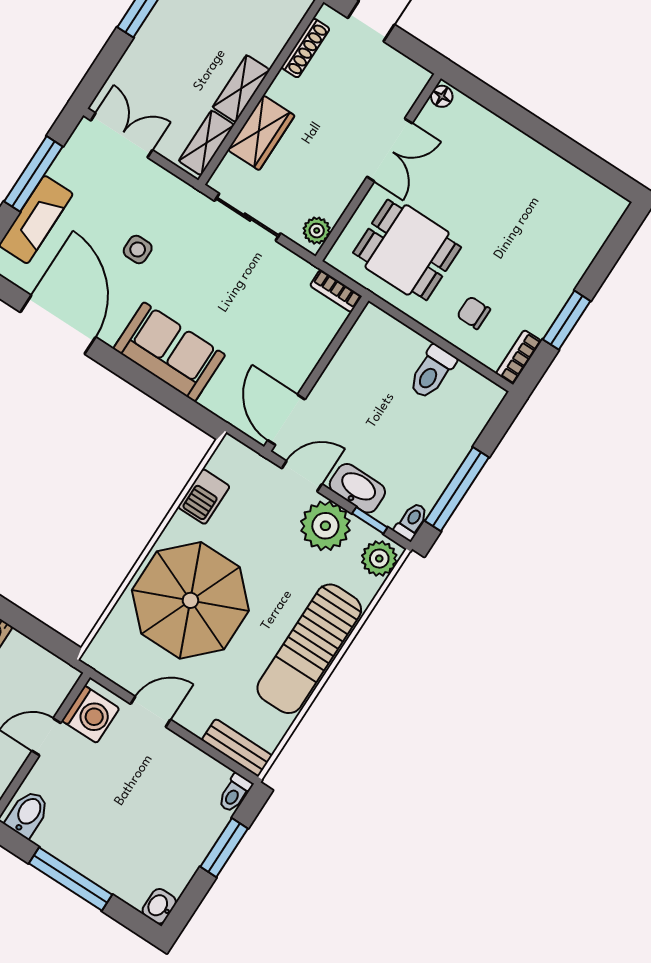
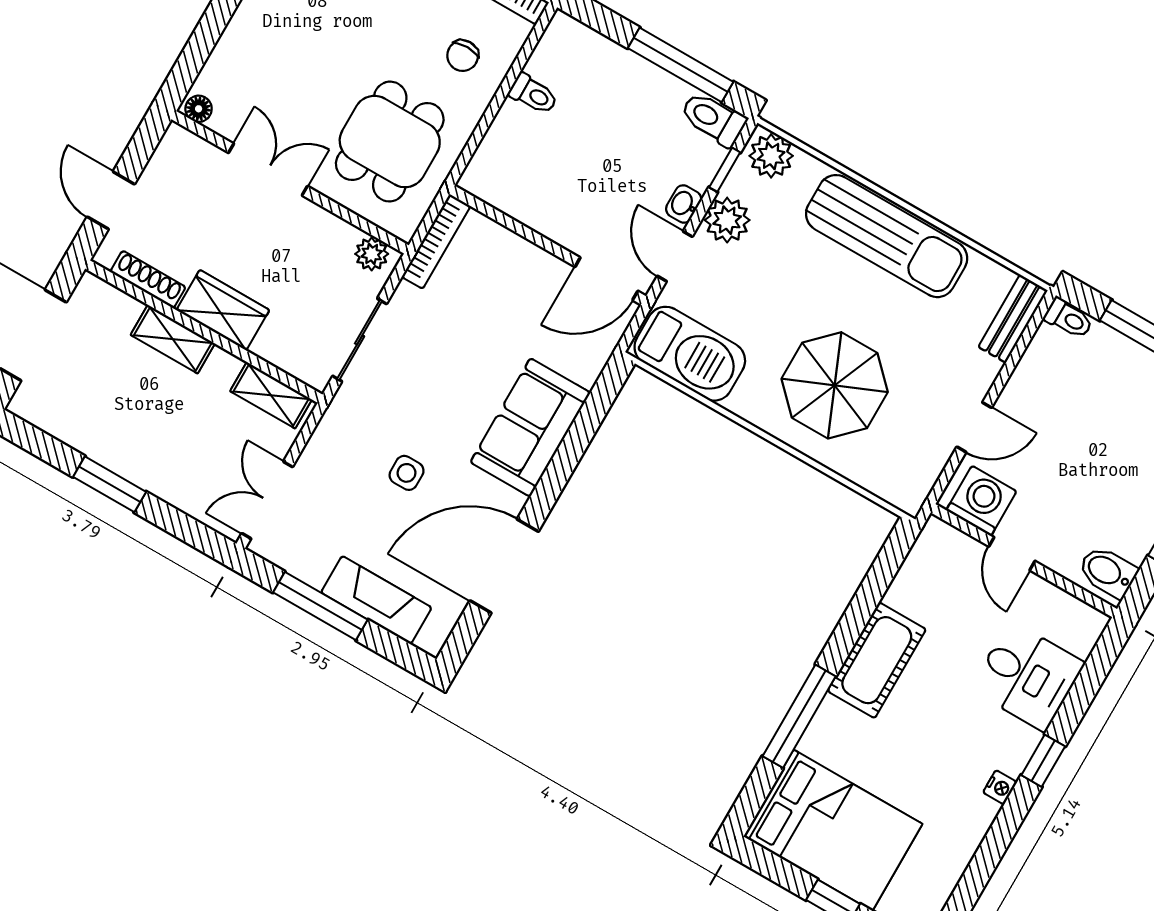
shelving: (241, 89) -> (173, 339), moved
wardrobe: (261, 133) -> (223, 310), moved
bookcase: (336, 291) -> (436, 241), width x1.56
toilet: (432, 372) -> (533, 94), width x0.73, depth x0.72
washbasin: (357, 488) -> (684, 204), width x0.52, depth x0.69
barbecue: (204, 497) -> (690, 354), width x1.88, depth x1.53
toilet: (411, 521) -> (713, 119), width x1.37, depth x1.39
plant: (325, 526) -> (727, 220), width x0.73, depth x0.73
parasol: (190, 600) -> (835, 385), width x0.73, depth x0.73
door: (151, 712) -> (974, 427), swing flipped

